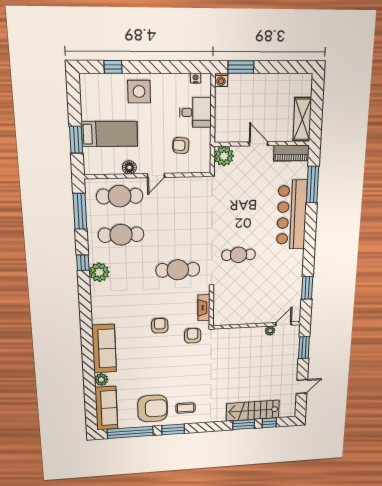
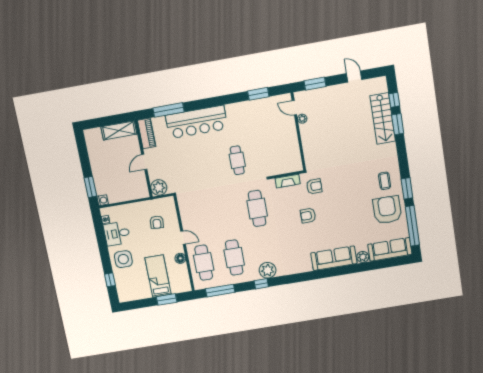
desk: (195, 112) -> (117, 234), moved, turned -90
armchair: (193, 336) -> (314, 186), turned 180

